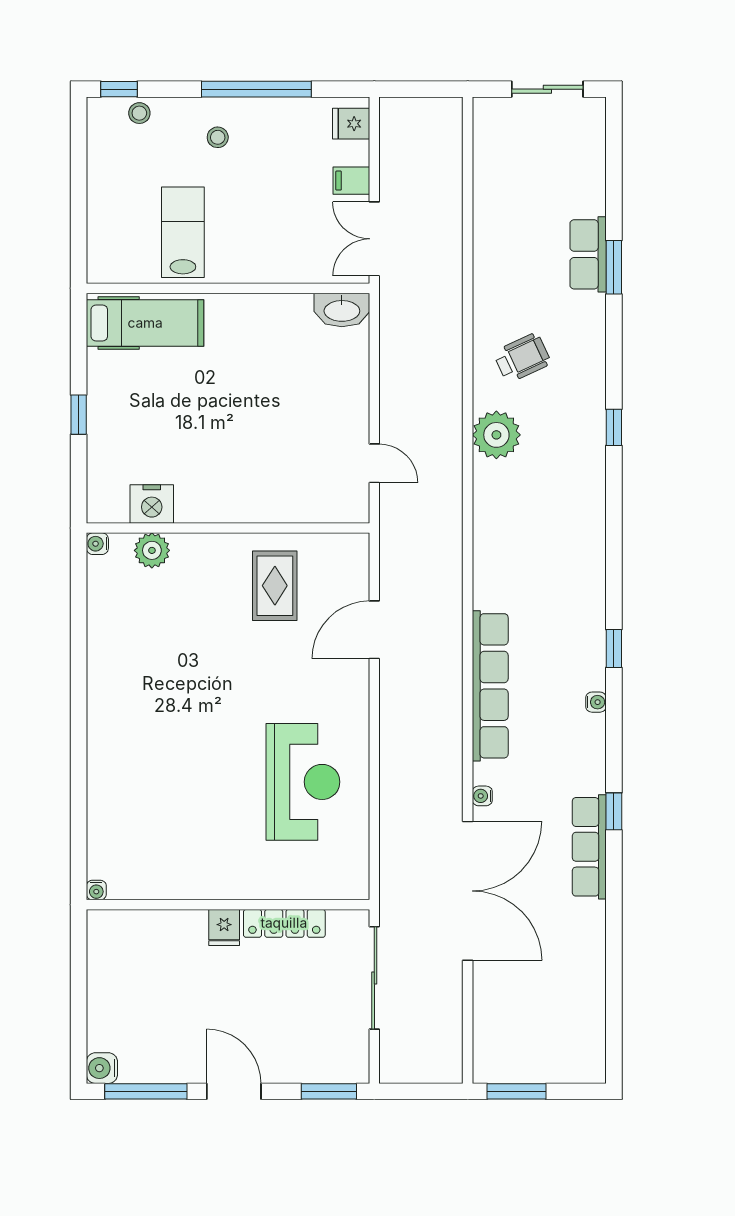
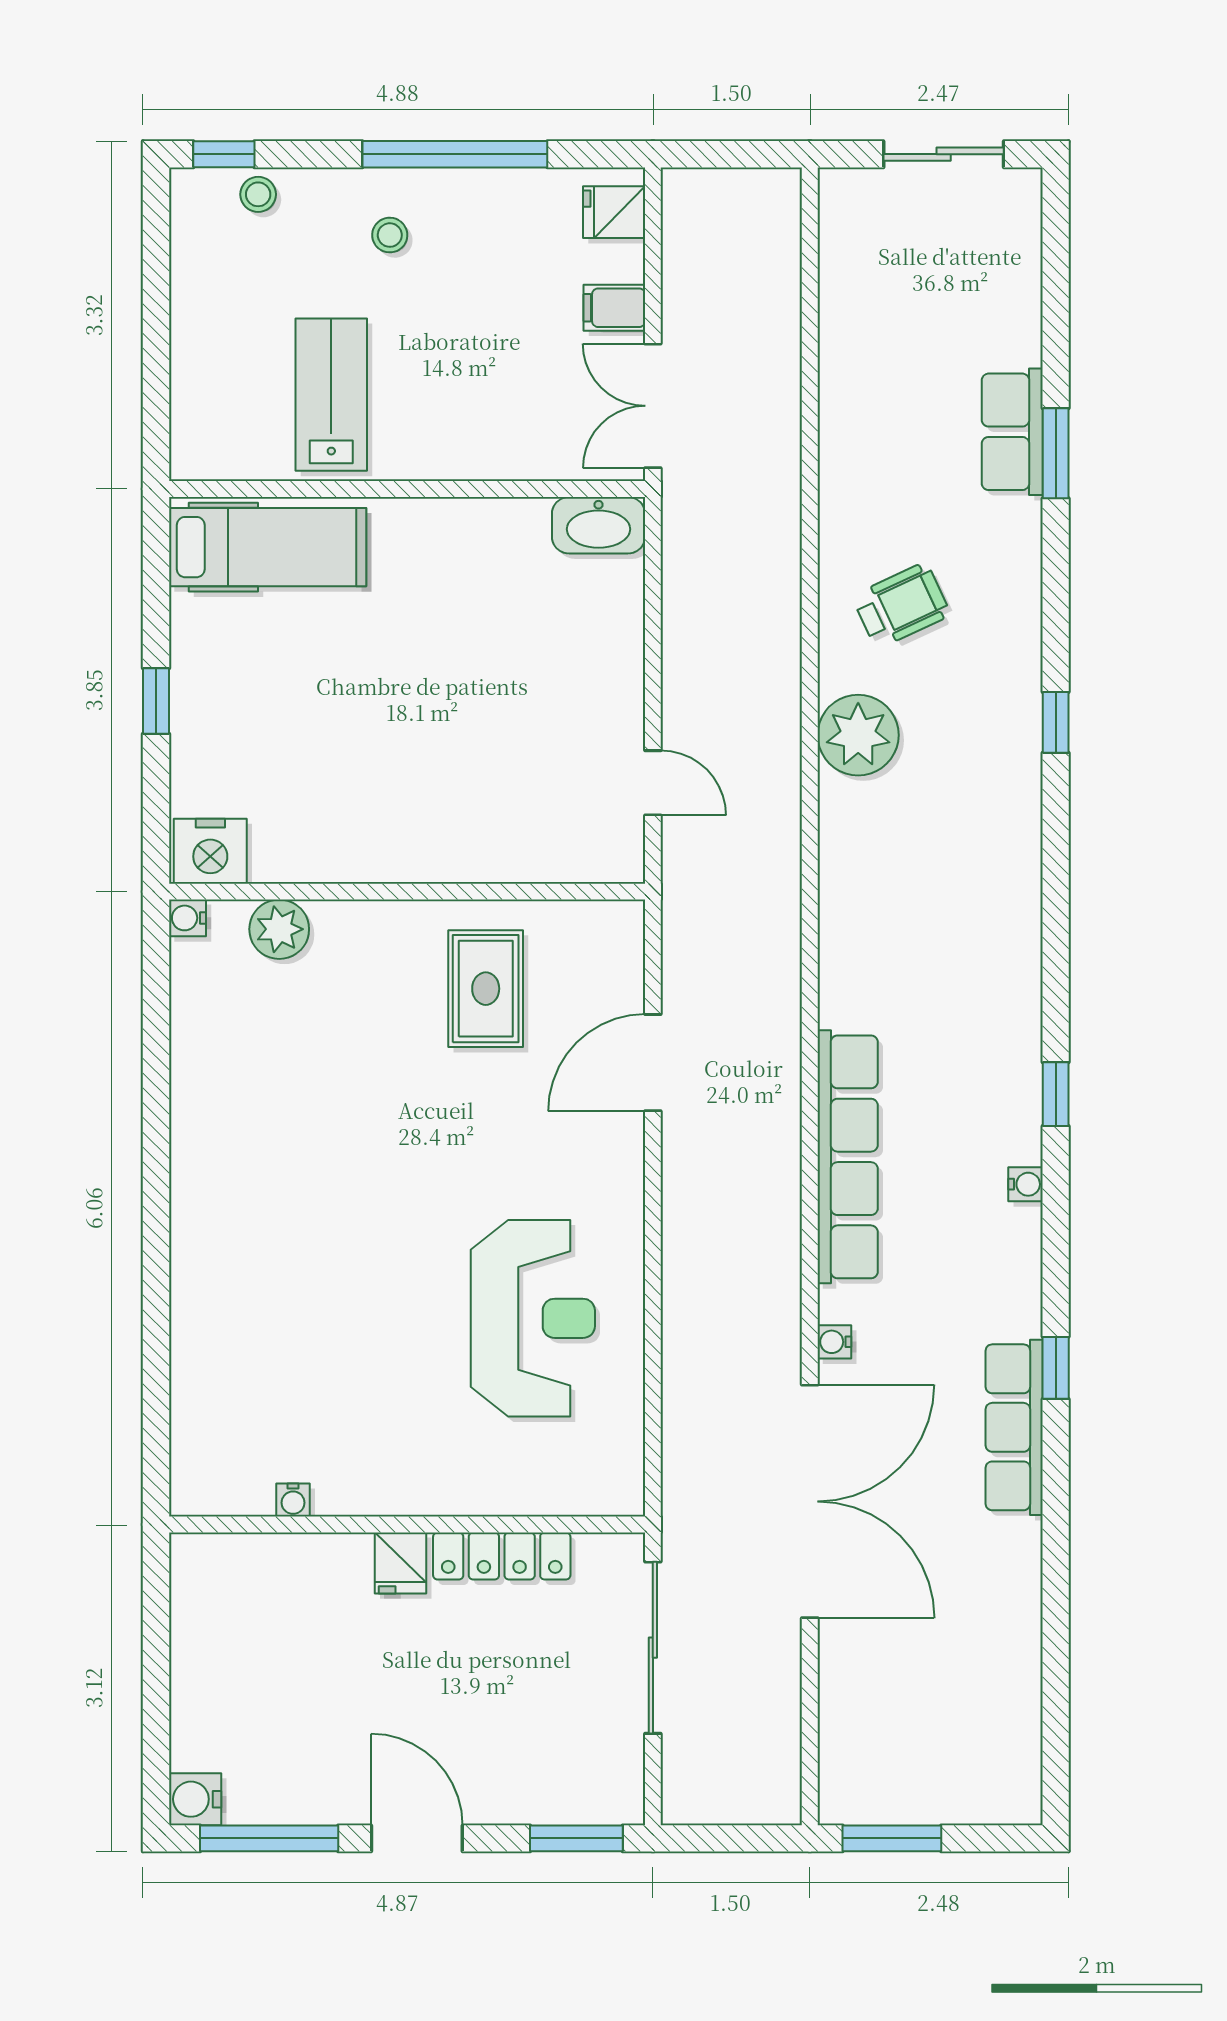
nightstand: (152, 504) -> (210, 851), moved
water cooler: (96, 890) -> (293, 1500), moved

